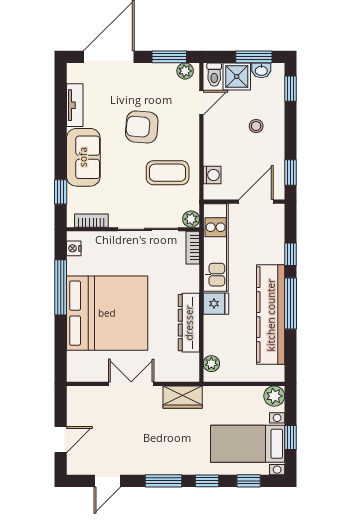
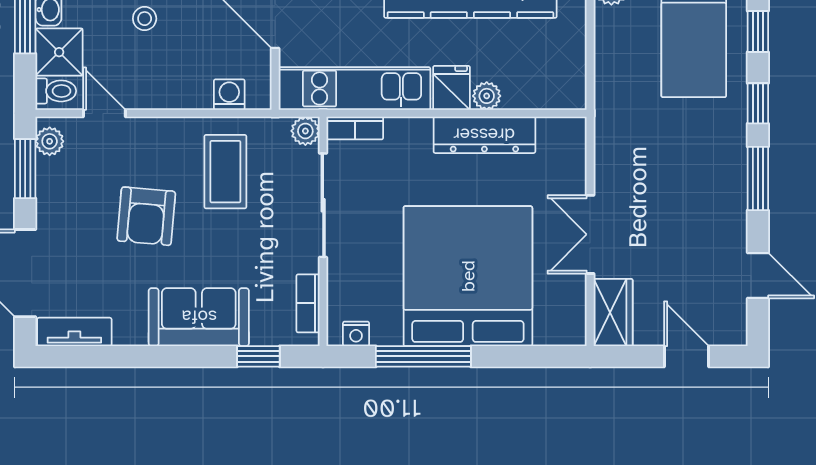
tv unit: (75, 105) -> (74, 332), moved
plant: (211, 364) -> (487, 96), moved
wardrobe: (183, 397) -> (613, 312), moved

